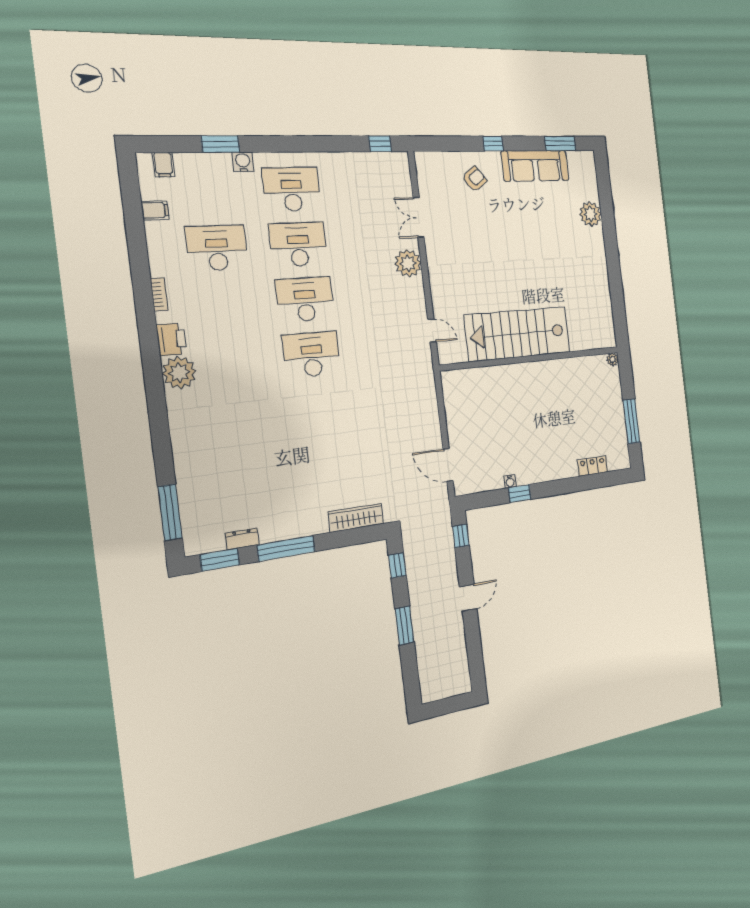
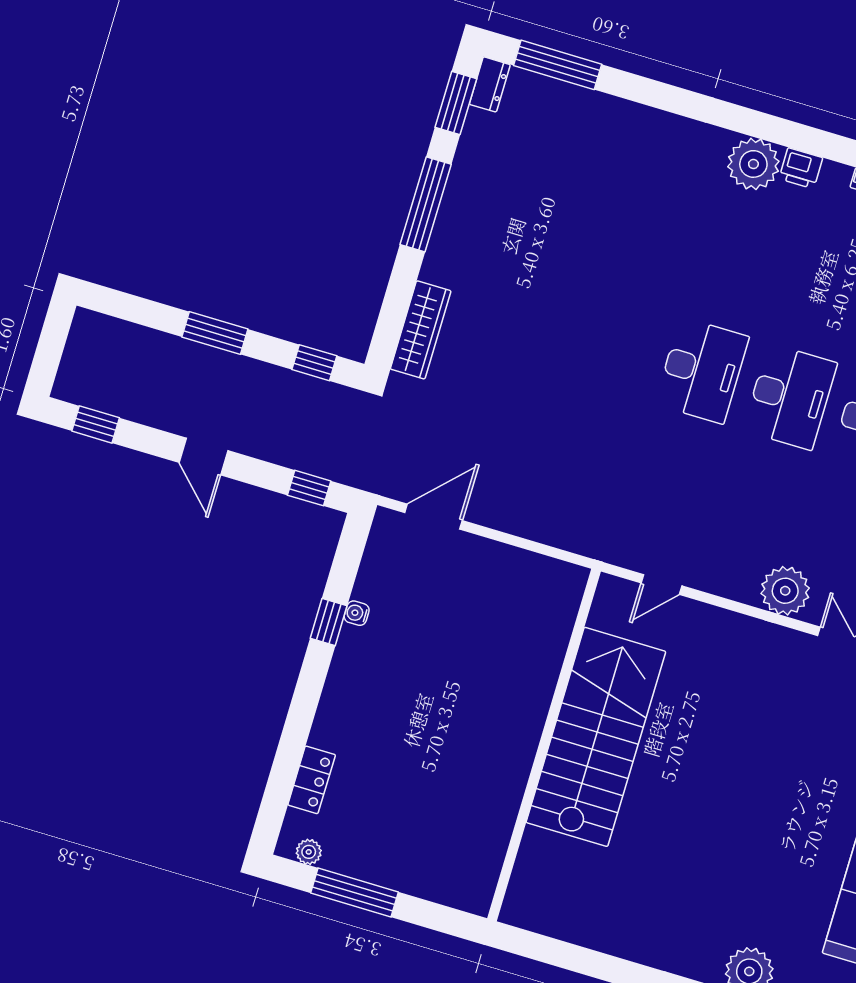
printer: (171, 339) -> (801, 168), width x0.73, depth x0.81
plant: (613, 360) -> (309, 852), moved
dresser: (242, 539) -> (490, 84), moved
window: (476, 661) -> (96, 424), added

